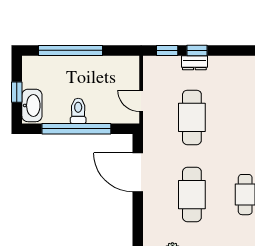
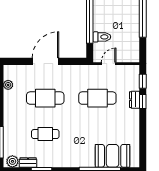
toilet: (78, 111) -> (102, 37), moved
door: (138, 172) -> (46, 61), moved

